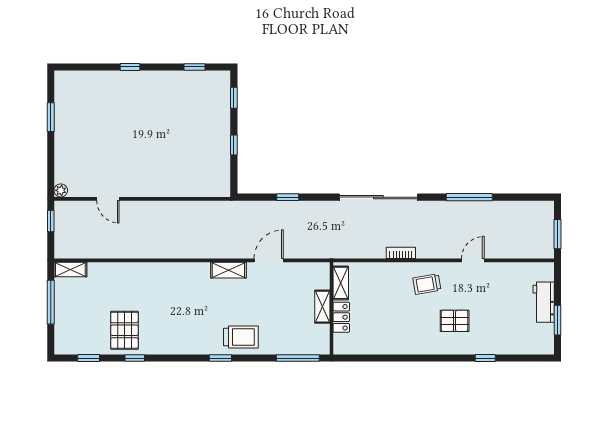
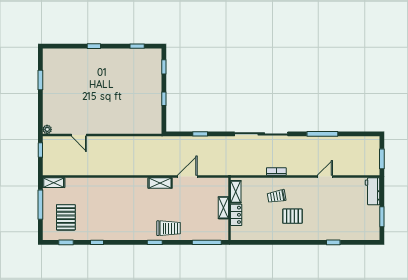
trolley: (427, 284) -> (277, 196), moved
workbench: (544, 302) -> (373, 191), moved
pallet: (455, 321) -> (292, 216), moved
pallet: (124, 330) -> (66, 217), moved

